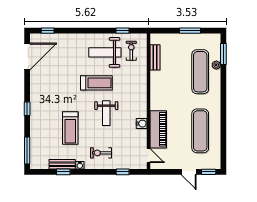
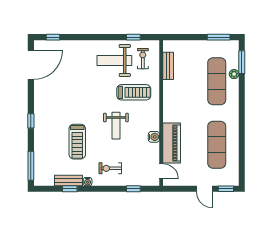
window: (190, 31) -> (219, 37), moved
treadmill: (96, 83) -> (134, 92), moved

